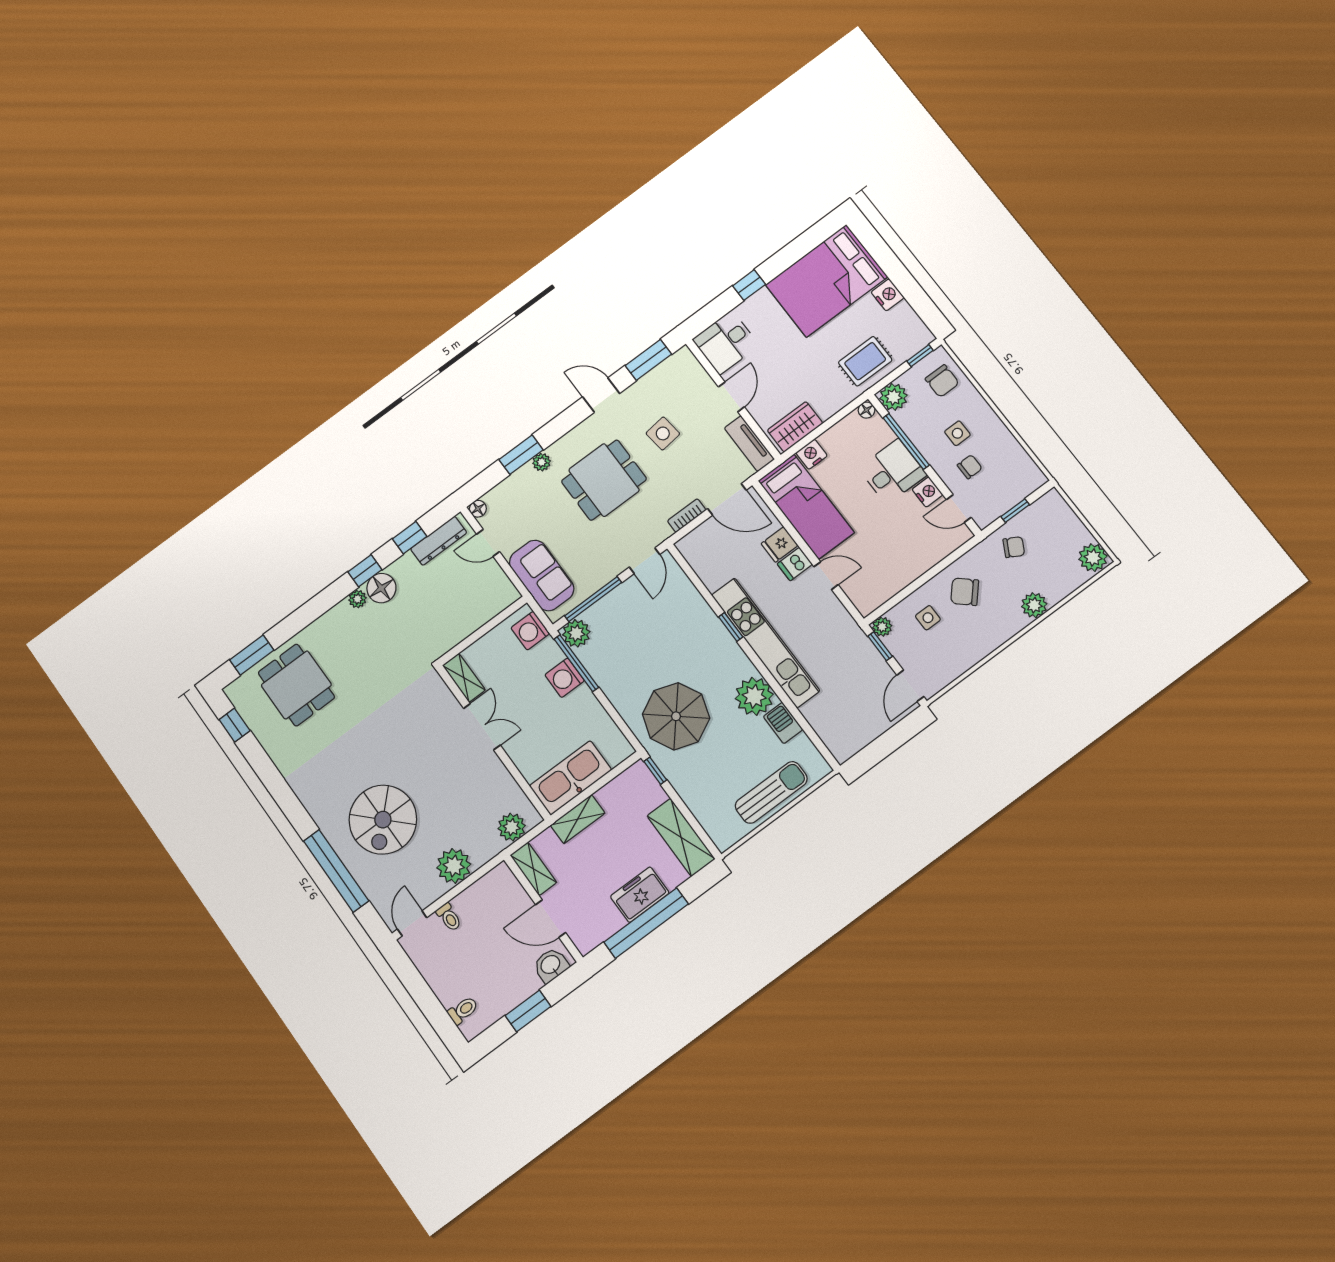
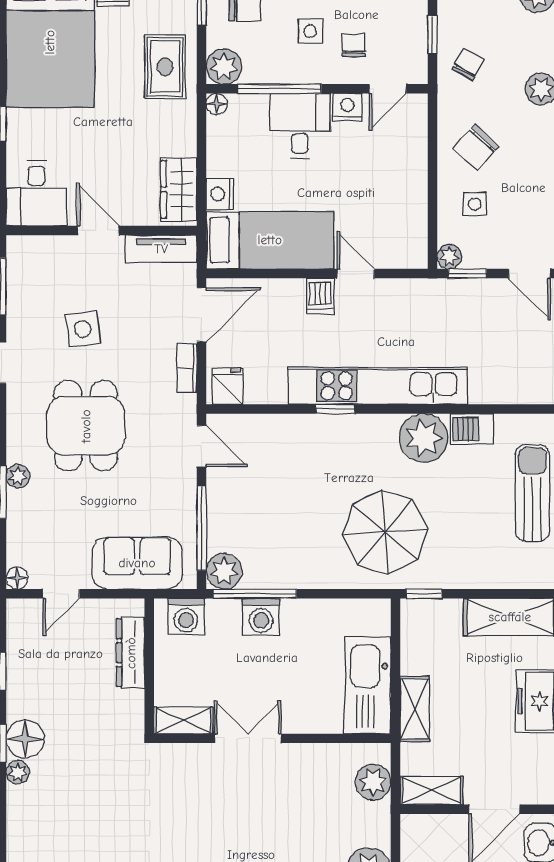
dresser: (439, 541) -> (131, 653), moved, turned 180
fridge: (780, 545) -> (228, 386), moved, turned 180
door: (826, 576) -> (356, 274), hinge flipped

